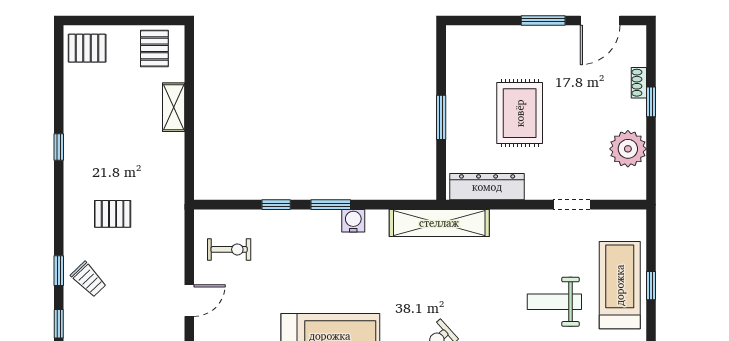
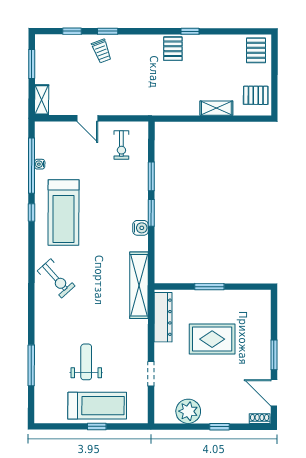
shoe rack: (639, 83) -> (260, 419), moved
window: (276, 205) -> (151, 176), width x1.50
pallet: (113, 214) -> (173, 49), moved
trolley: (89, 279) -> (102, 51), turned -67

